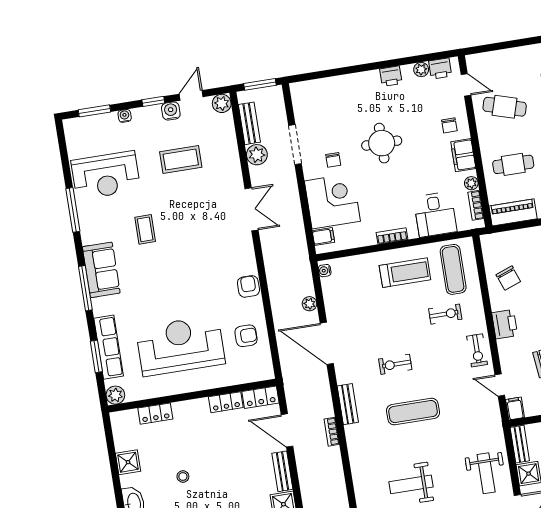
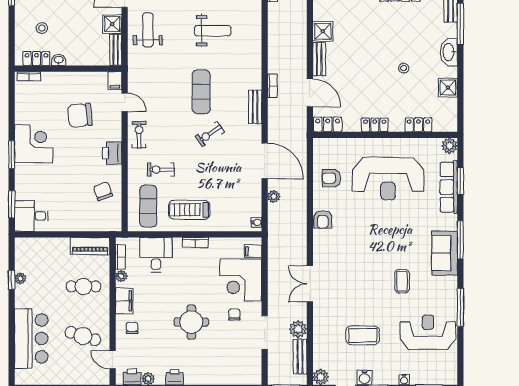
exercise bike: (395, 364) -> (210, 134), turned 146
locker: (226, 402) -> (375, 125), moved
exercise mat: (413, 412) -> (201, 92), turned 90

